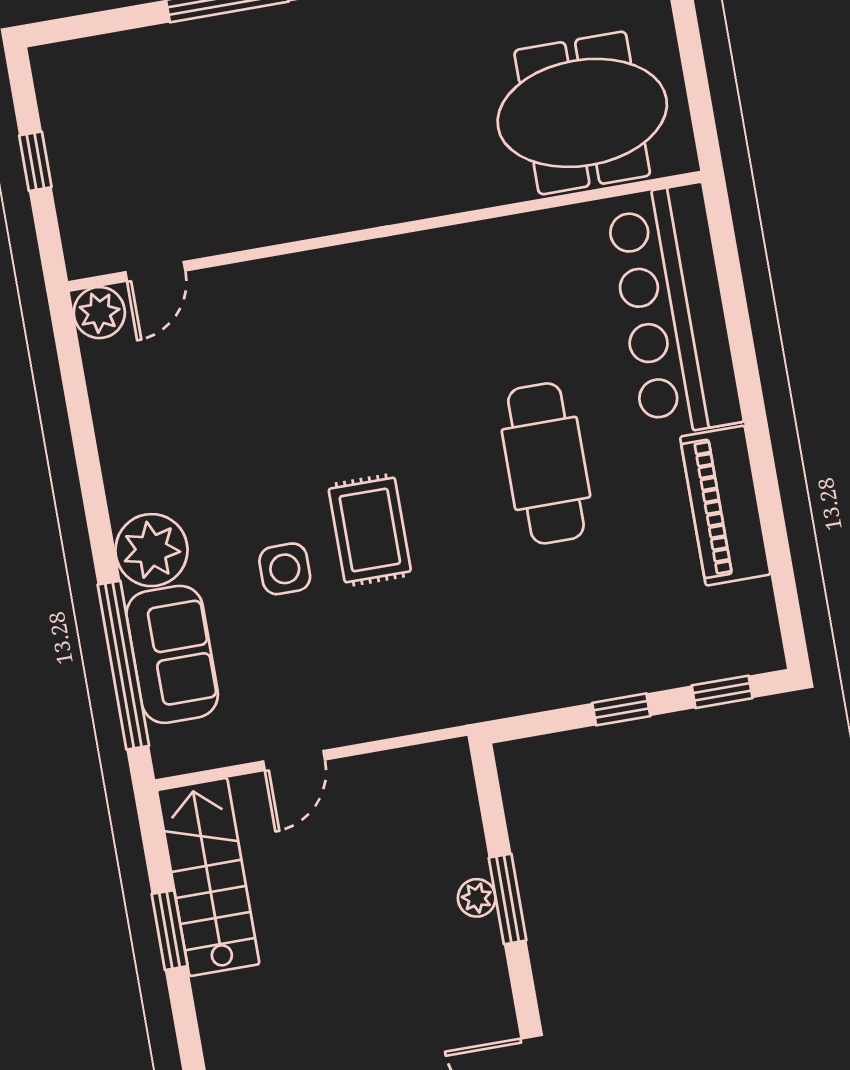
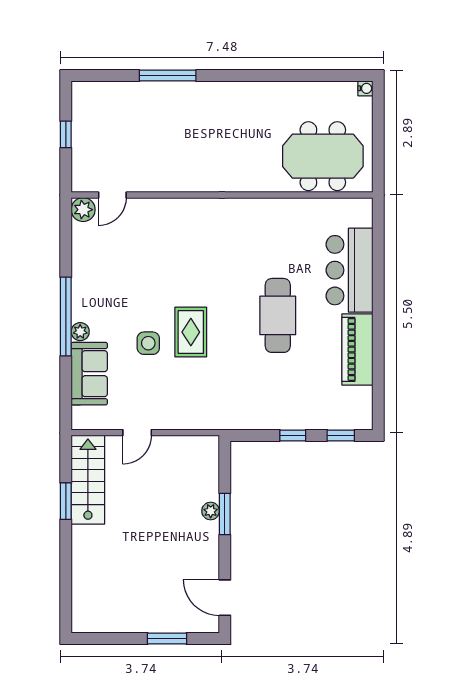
bar counter: (674, 310) -> (349, 270), width x0.73
plant: (151, 550) -> (80, 332), width x0.53, depth x0.53
window: (123, 665) -> (66, 317), moved

